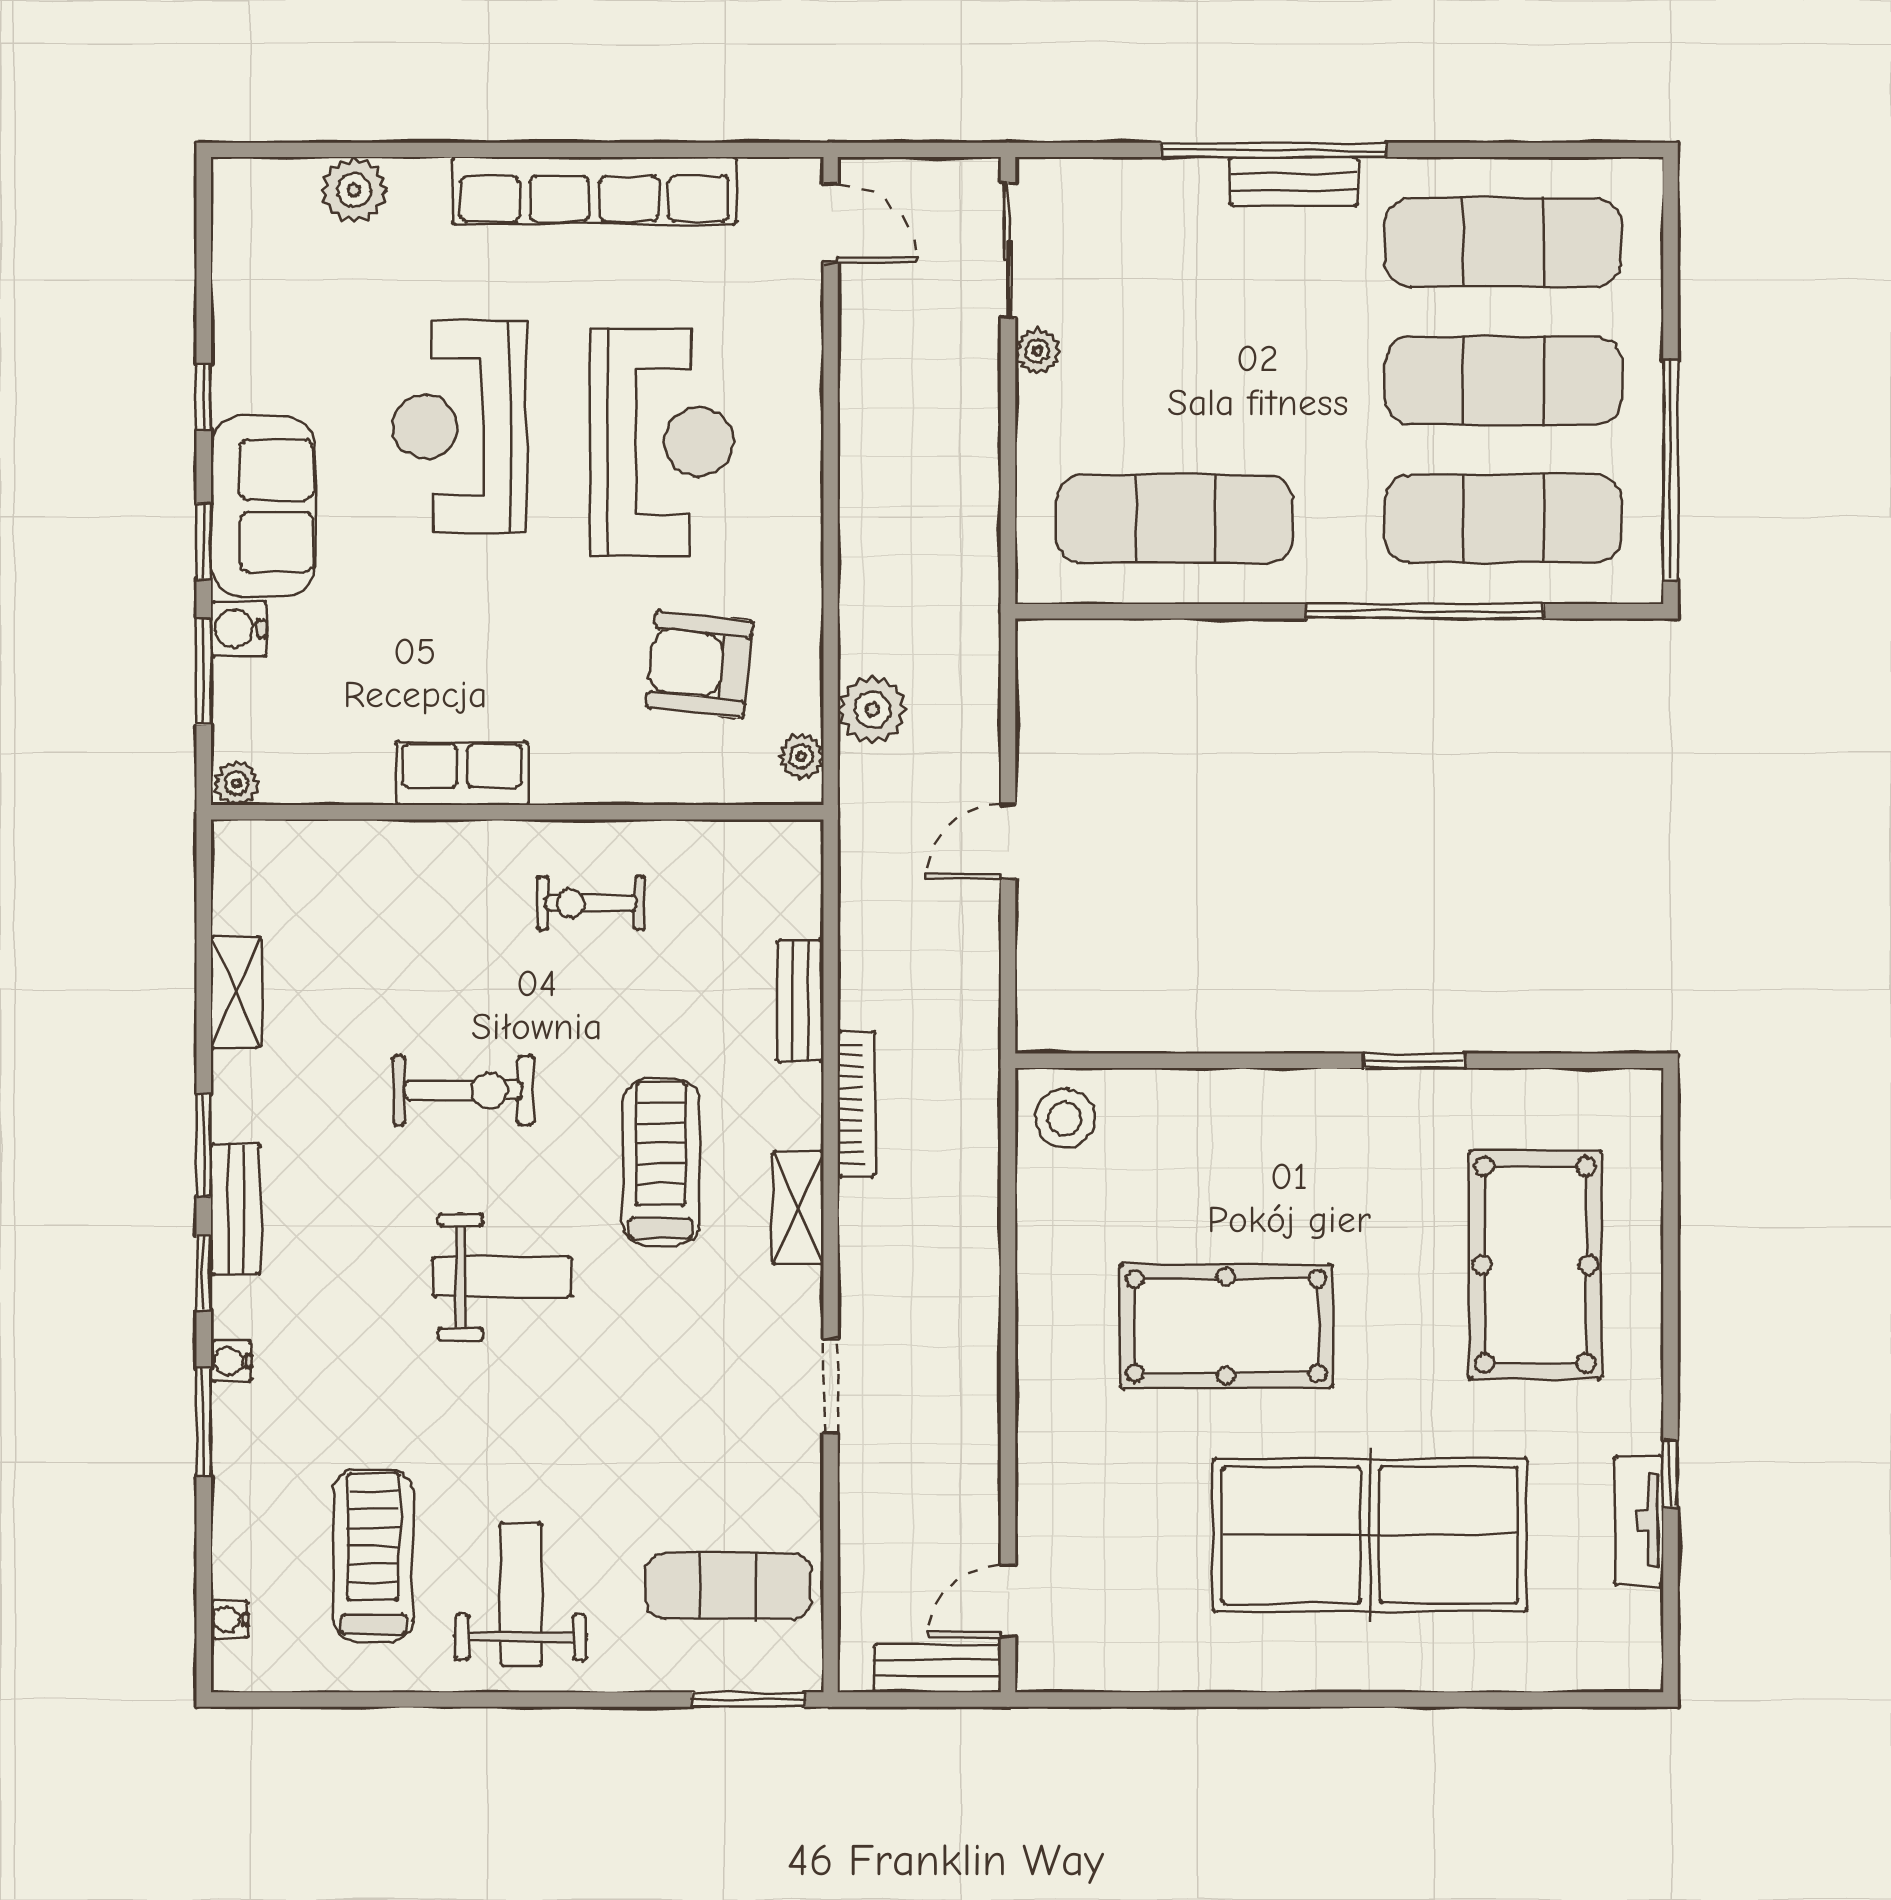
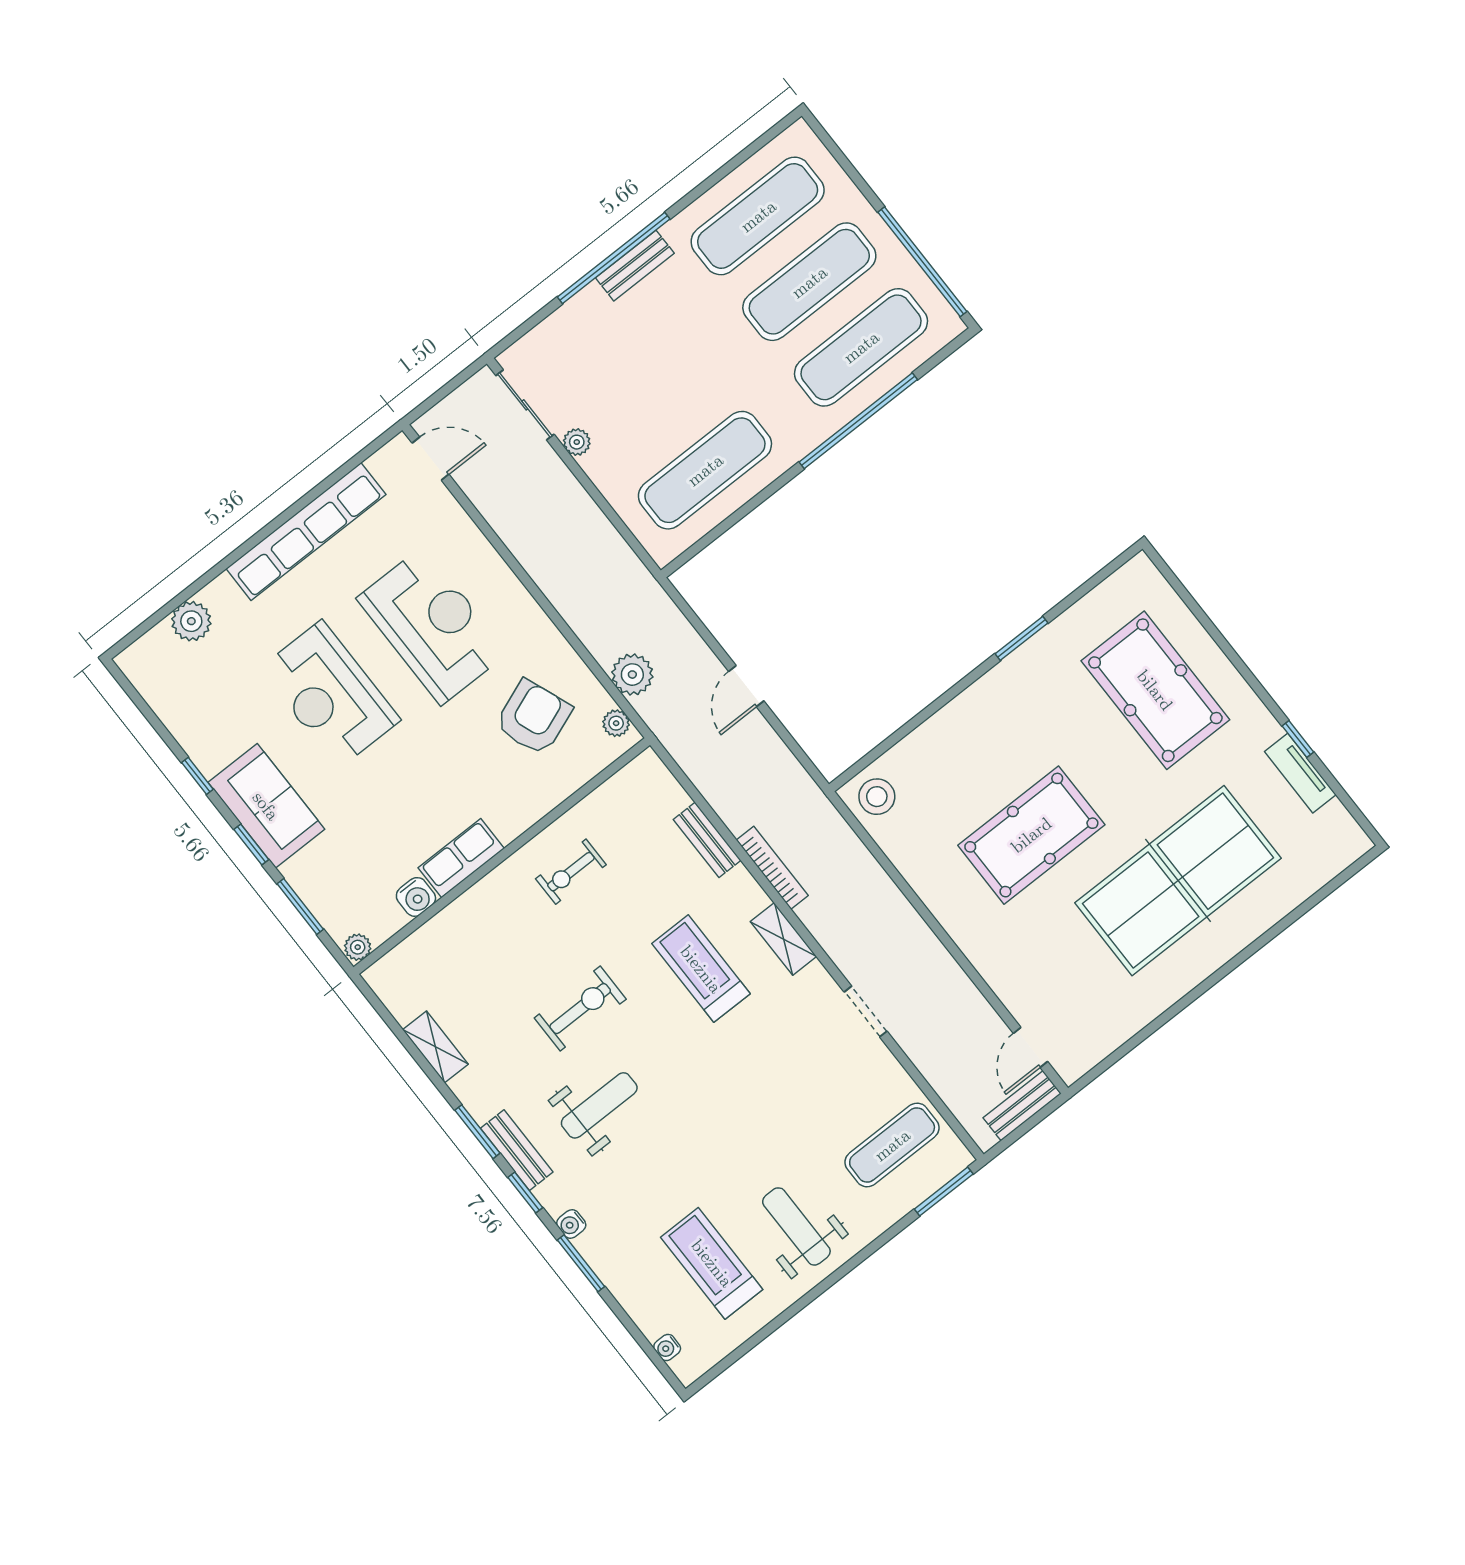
water cooler: (238, 629) -> (416, 897), moved, turned -90
armchair: (700, 665) -> (533, 717), turned 153
weight bench: (502, 1277) -> (599, 1105), moved

